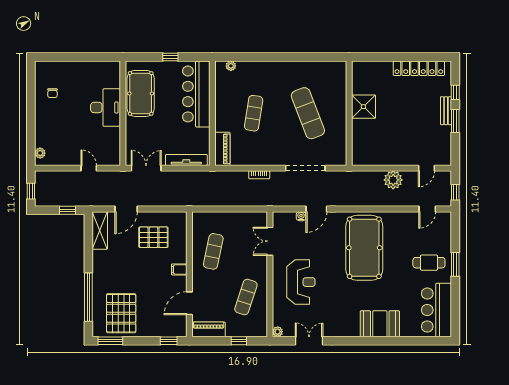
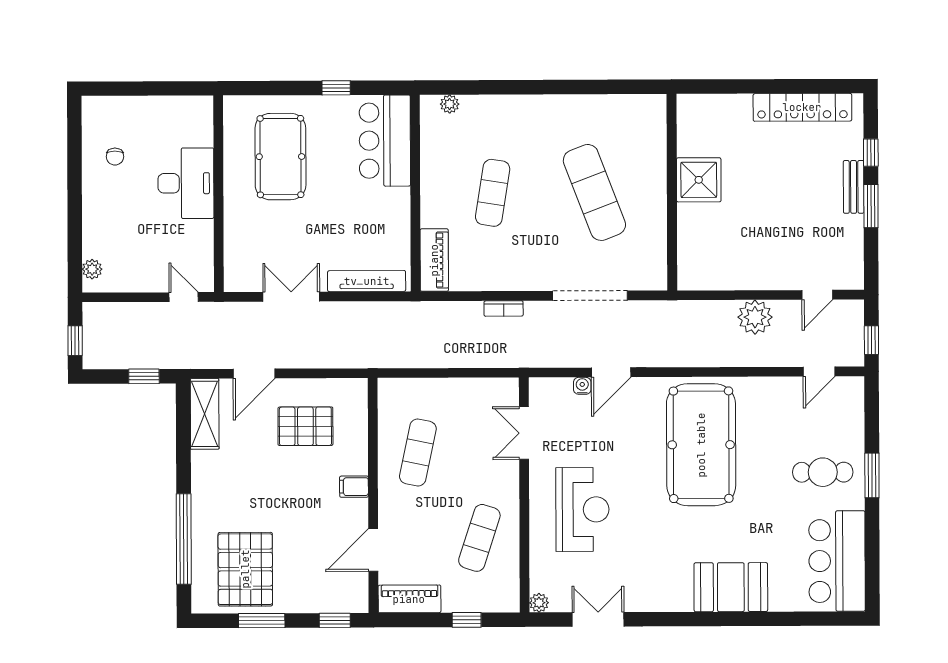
bar counter: (196, 94) -> (385, 141), width x0.73
desk: (106, 107) -> (186, 183), moved
wall: (123, 113) -> (219, 194), moved
window: (110, 341) -> (262, 621), moved

